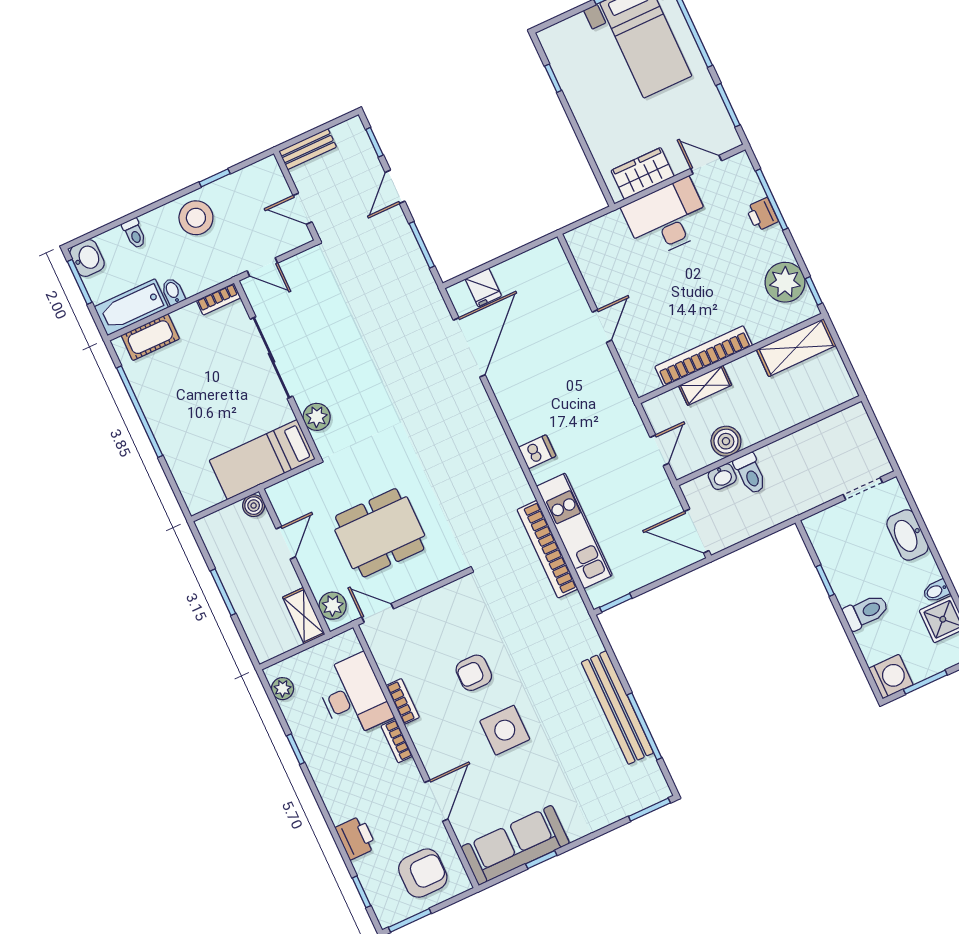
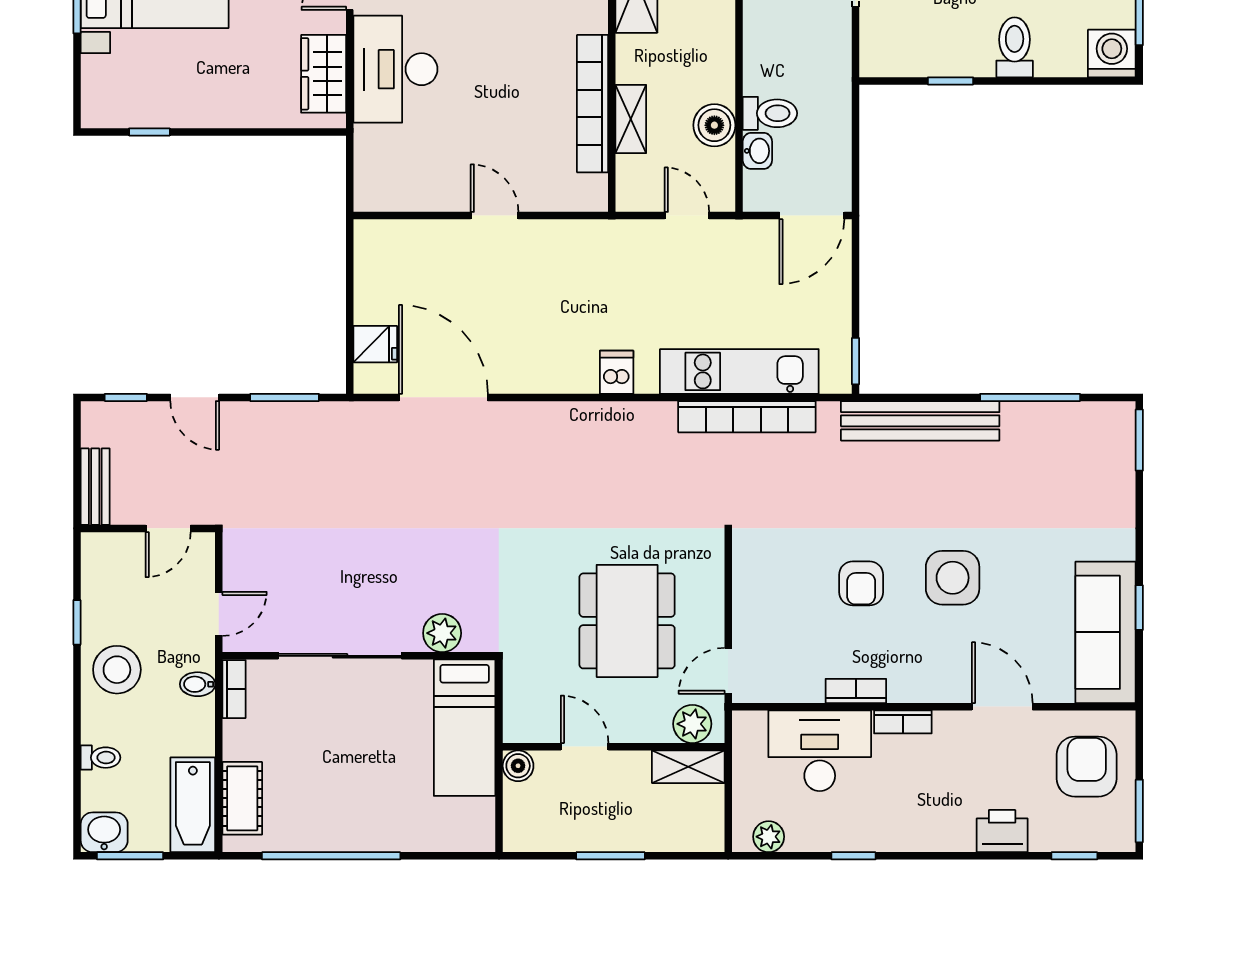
bidet: (173, 292) -> (198, 684), moved
bench: (617, 708) -> (920, 421), moved

